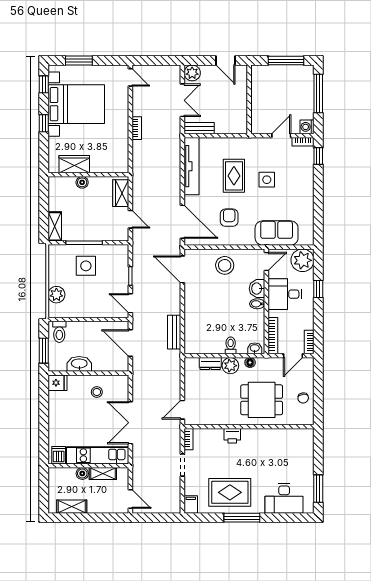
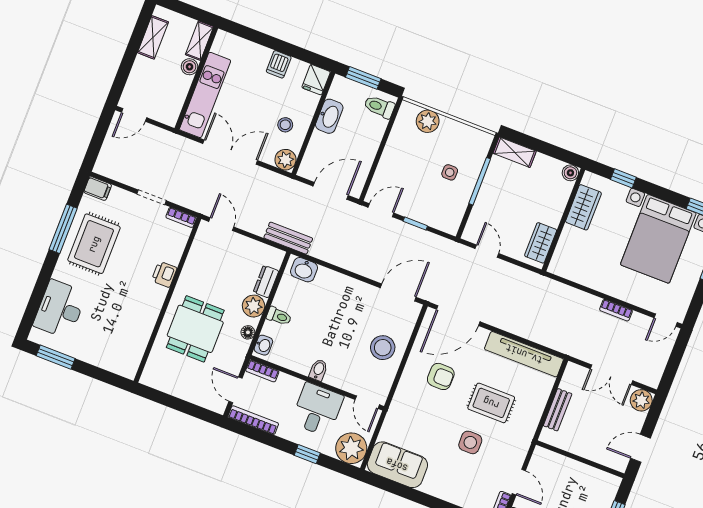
window: (44, 123) -> (623, 178), moved
bookcase: (137, 128) -> (616, 310), moved
bench: (199, 128) -> (558, 410), moved
boiler: (82, 182) -> (570, 173), moved
wardrobe: (121, 193) -> (541, 243), moved, turned -90
door: (130, 219) -> (487, 251), swing flipped
sofa: (277, 233) -> (397, 465), moved, turned -90
side table: (86, 266) -> (450, 172), width x0.54, depth x0.54
washbasin: (257, 289) -> (304, 270), moved, turned 180
bench: (174, 332) -> (288, 238), moved
bookcase: (273, 336) -> (262, 371), width x0.64
bookcase: (309, 342) -> (253, 420), width x1.56
plant: (121, 383) -> (285, 160), added
chair: (303, 398) -> (177, 382), removed
dishwasher: (59, 455) -> (279, 64), moved, turned 90
shelving: (103, 474) -> (200, 41), moved
window: (242, 518) -> (63, 229), moved

